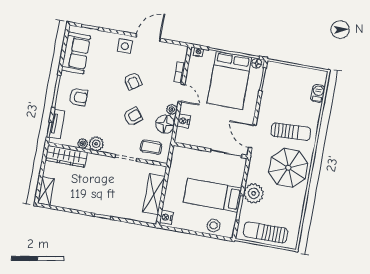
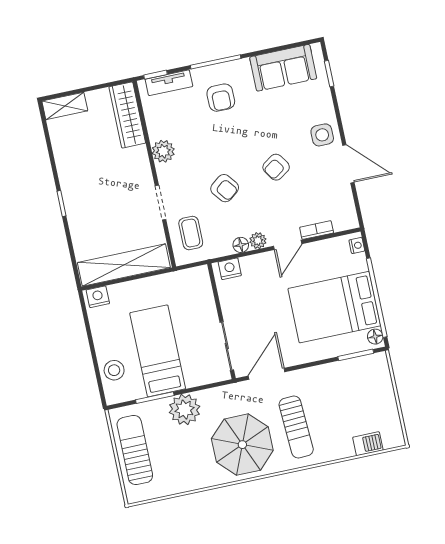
nightstand: (184, 121) -> (230, 269), moved
floor lamp: (165, 124) -> (241, 245), width x0.53, depth x0.53
plant: (83, 144) -> (155, 132), removed
shelving: (154, 194) -> (124, 265), width x1.47

